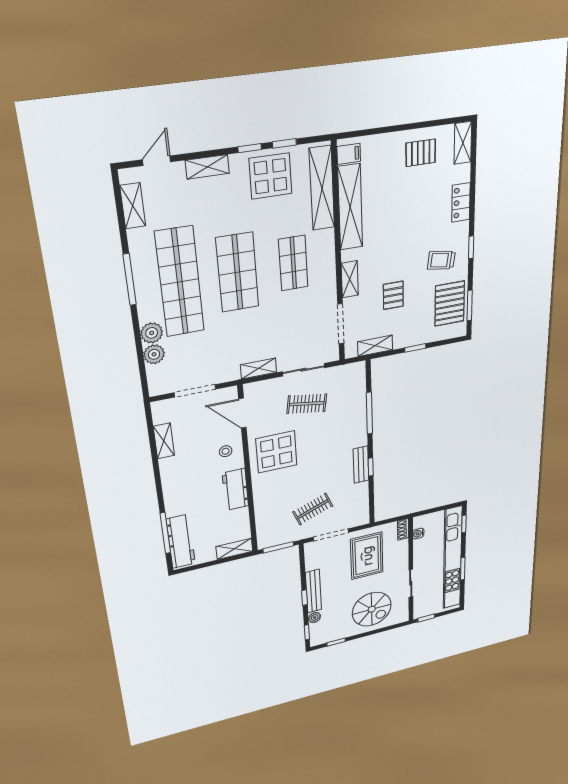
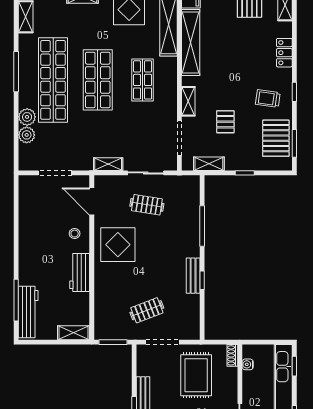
shelving: (164, 441) -> (25, 212), removed

